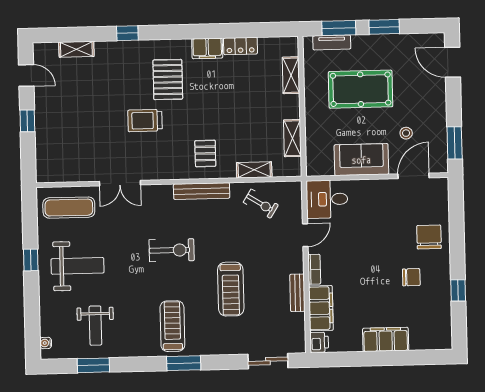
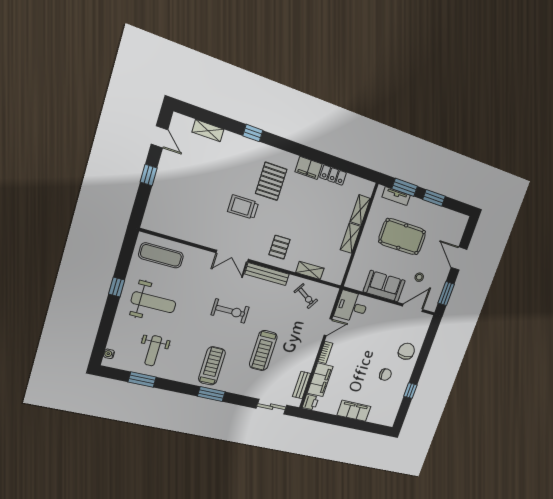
door: (453, 62) -> (459, 258), moved
shelving: (292, 138) -> (350, 238), moved
double door: (120, 183) -> (232, 256), moved
bench: (297, 293) -> (302, 385), moved

